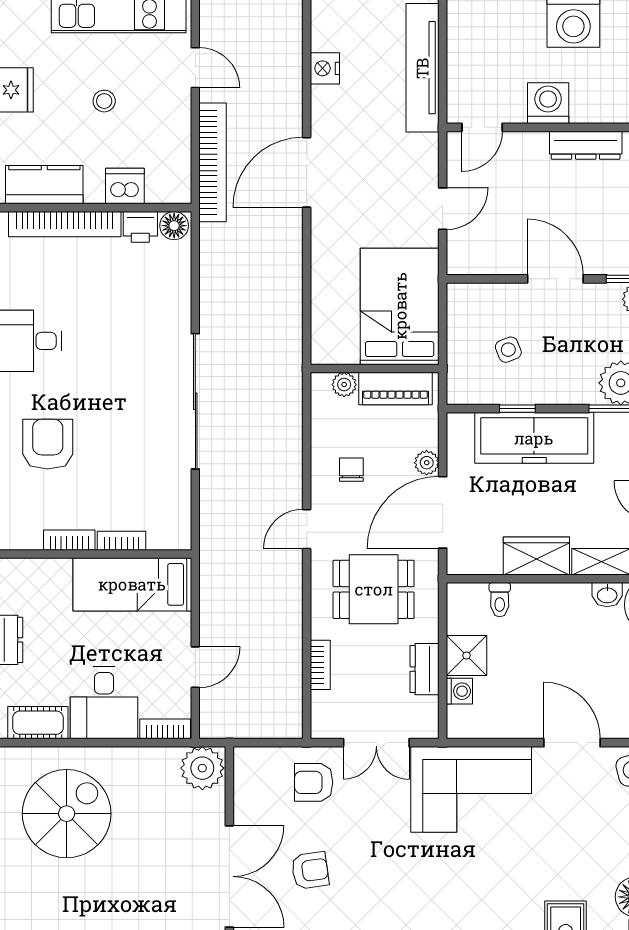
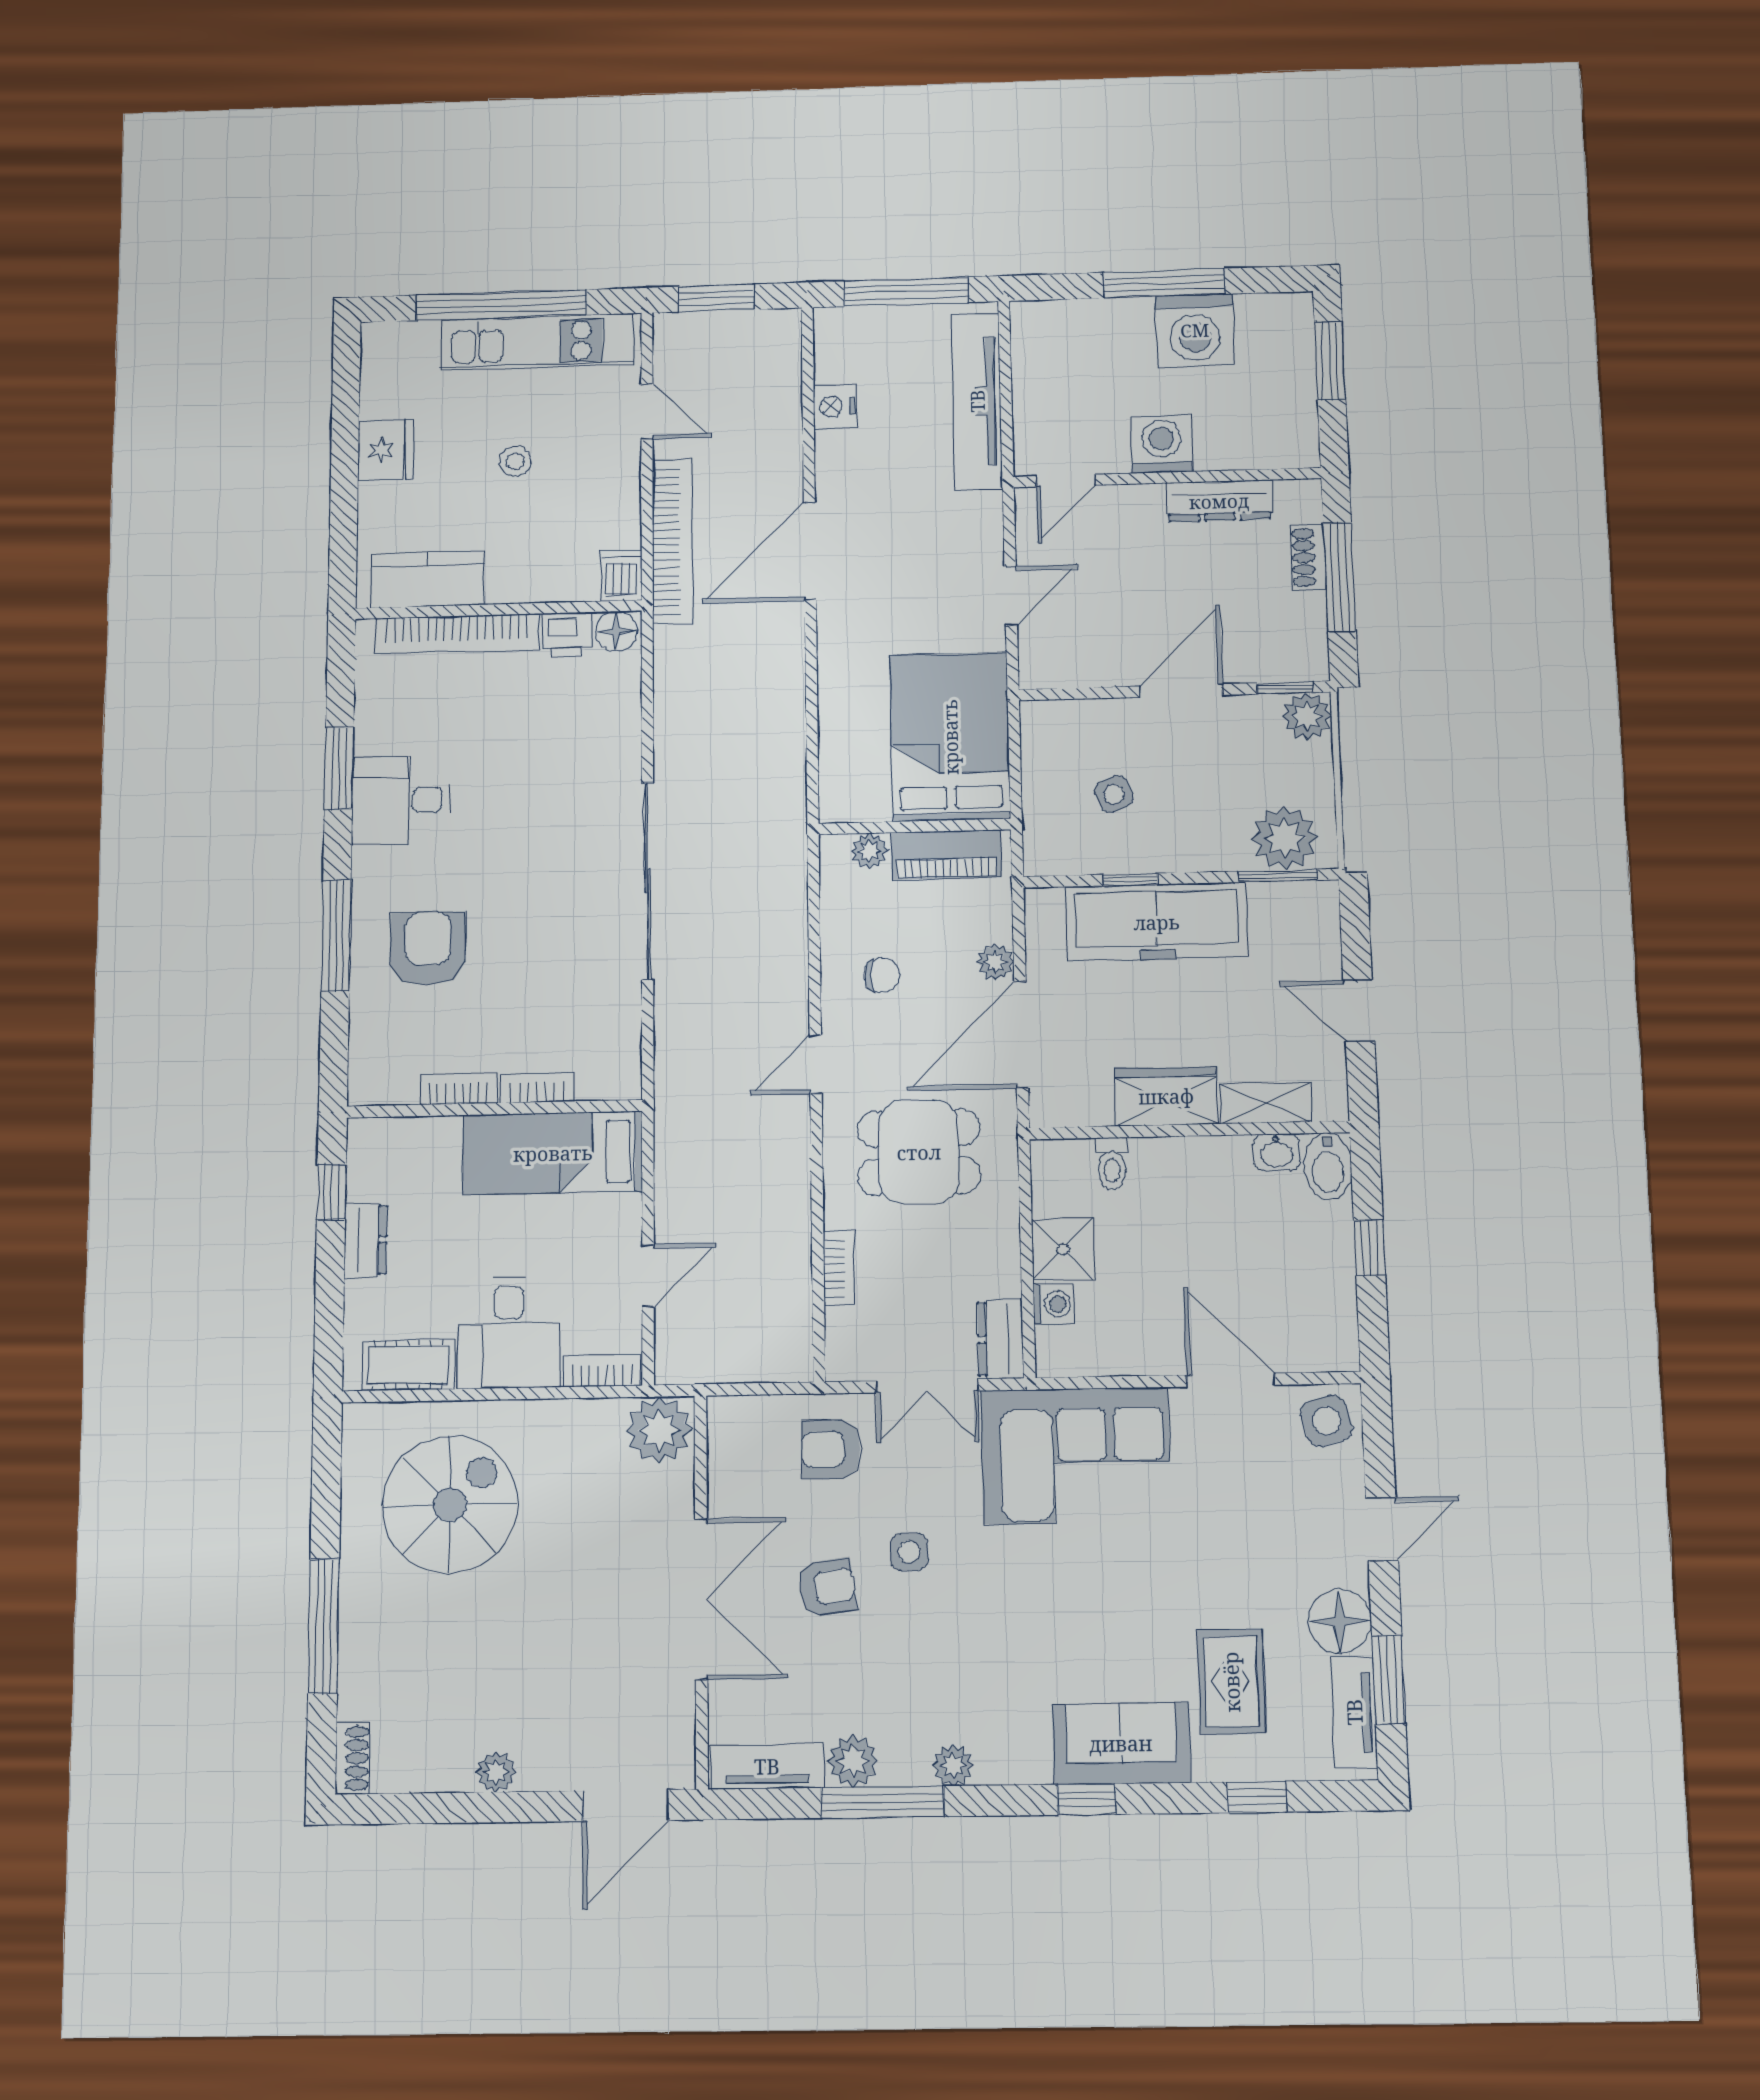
dishwasher: (125, 186) -> (621, 576), moved, width x0.73
door: (555, 279) -> (1181, 691), hinge flipped
chair: (351, 470) -> (882, 975), turned 90
dresser: (424, 669) -> (1000, 1339), moved
side table: (363, 849) -> (909, 1552), added

